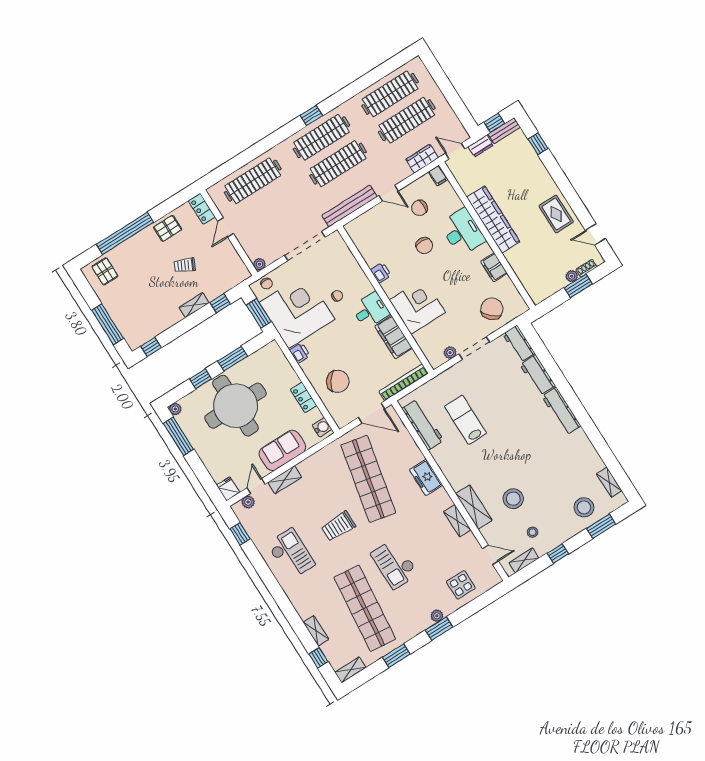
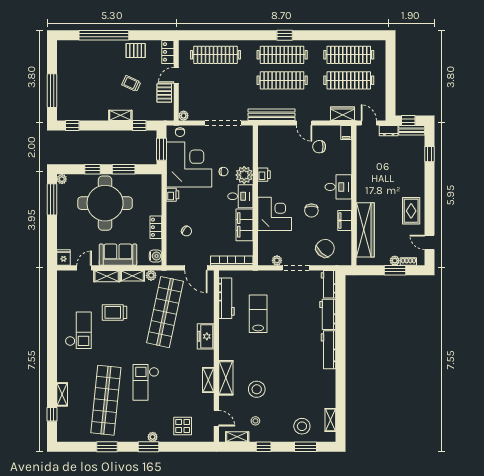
wardrobe: (493, 219) -> (365, 230), moved
desk: (462, 232) -> (338, 187), width x0.73
chair: (424, 246) -> (311, 211), moved
pallet: (105, 271) -> (164, 93), moved
plant: (361, 286) -> (244, 175), added
chair: (338, 381) -> (187, 231), width x0.54, depth x0.54
plant: (248, 502) -> (151, 275), moved
trolley: (338, 526) -> (114, 312), moved
window: (240, 534) -> (52, 294), removed
shelving: (350, 670) -> (132, 276), moved

